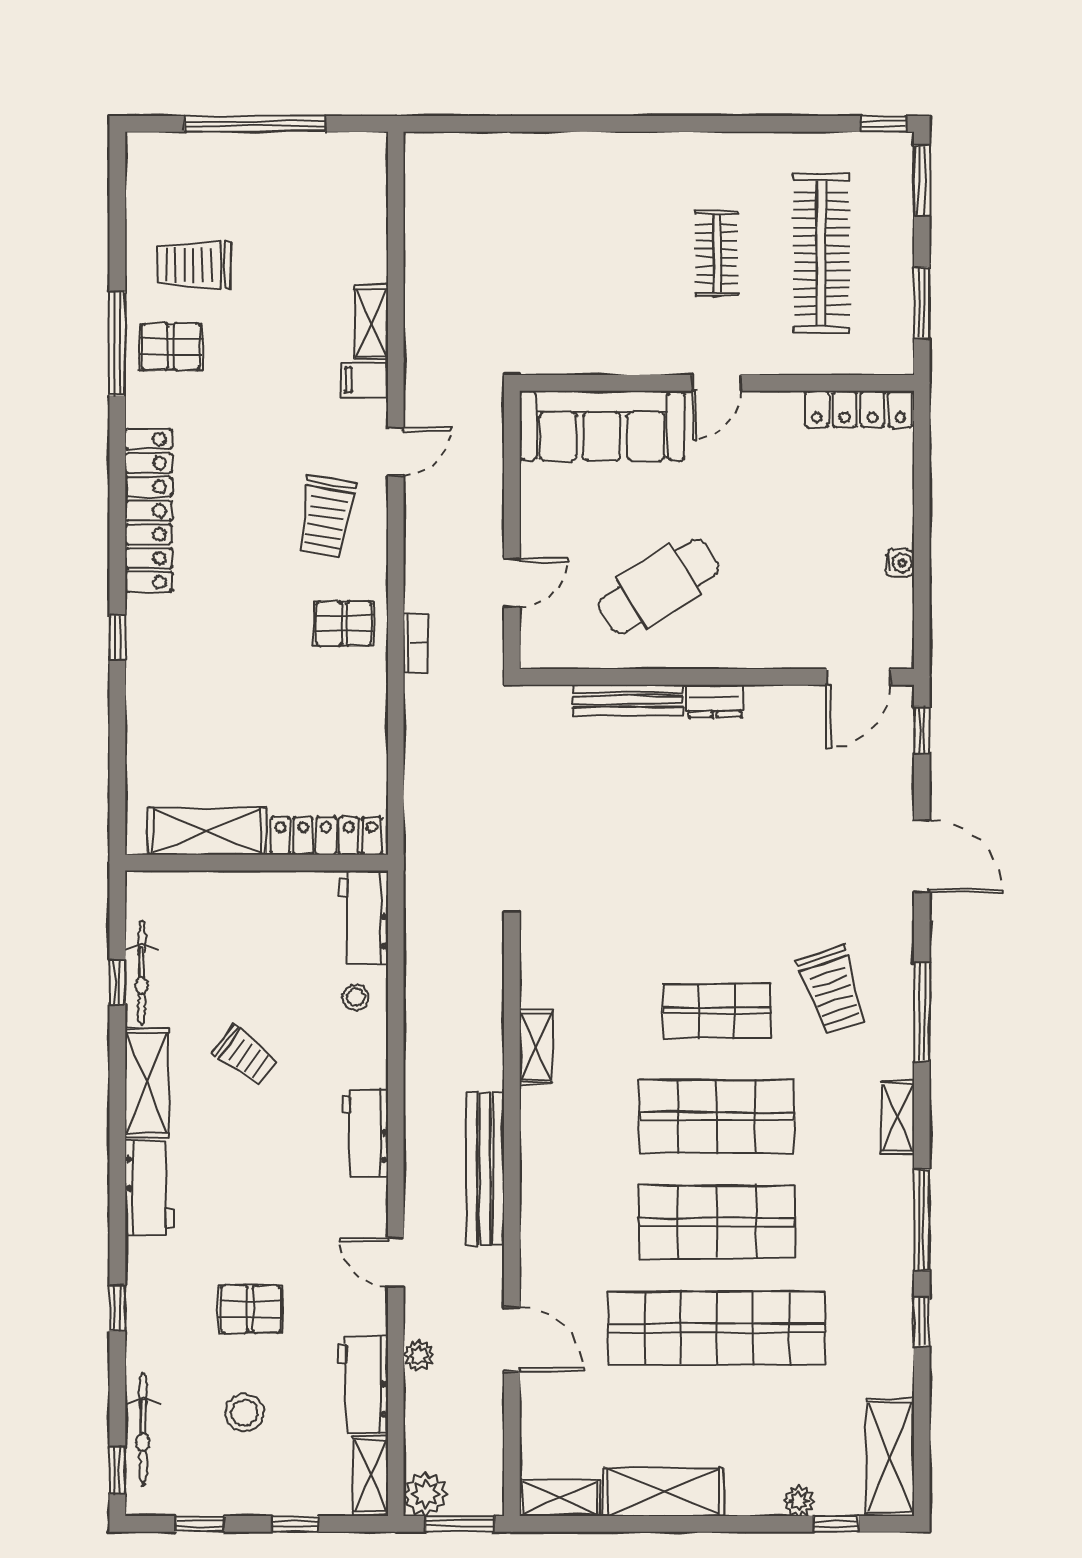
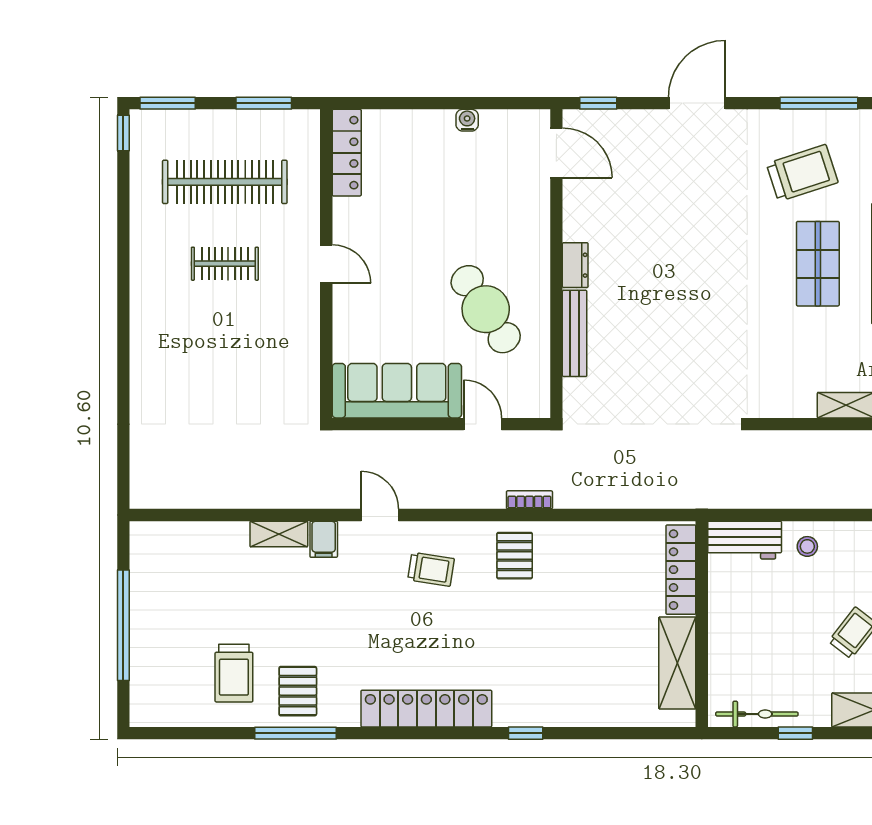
sofa: (602, 426) -> (397, 391), moved, turned -90
trolley: (327, 517) -> (431, 569), width x0.73, depth x0.72
bicycle: (142, 973) -> (757, 714), moved

